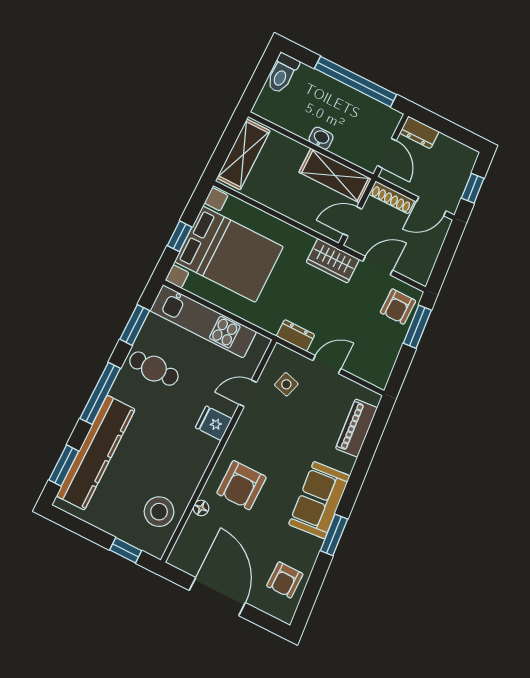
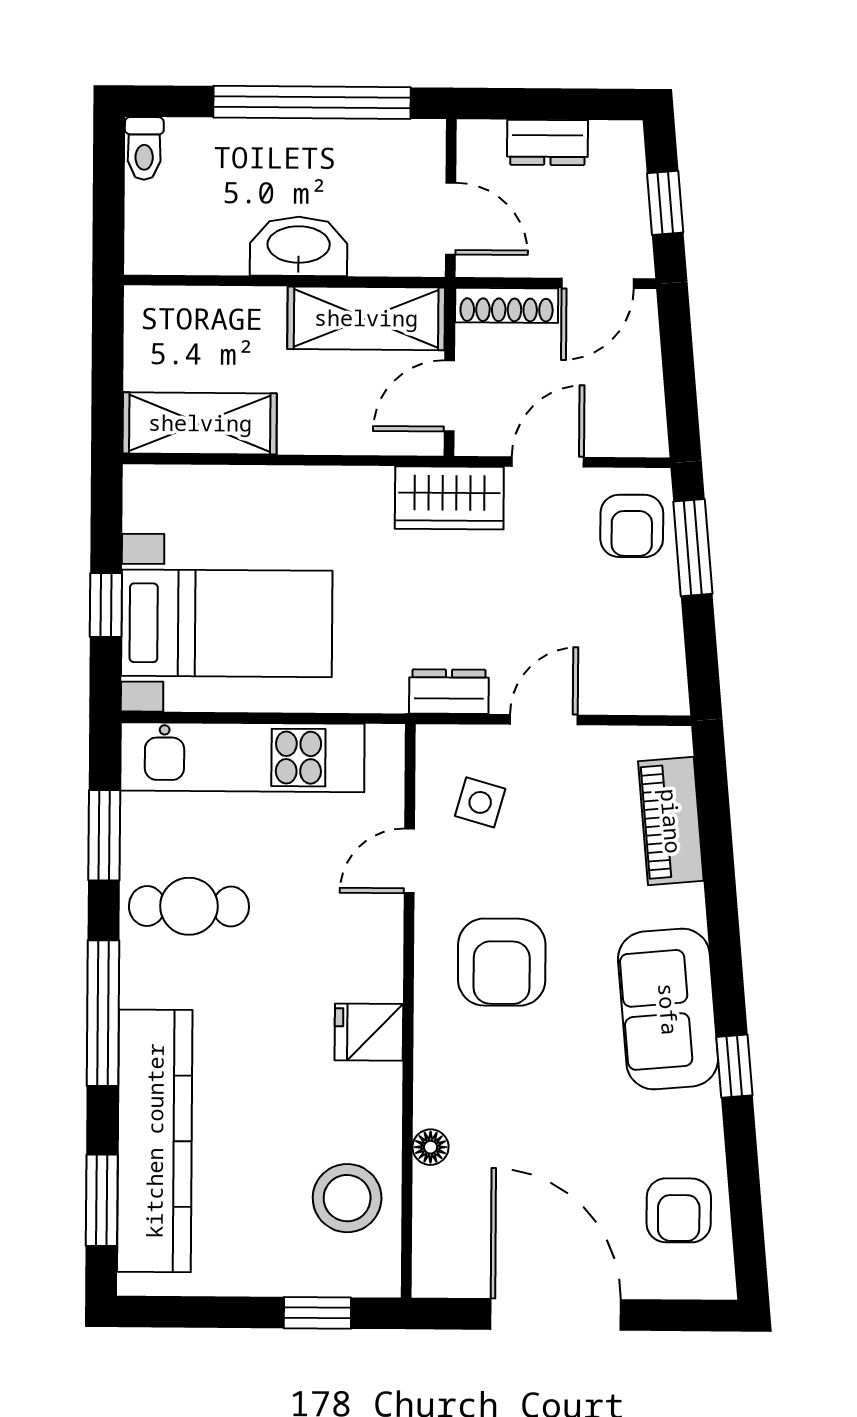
toilet: (282, 73) -> (144, 148), width x0.73, depth x0.72
dresser: (419, 132) -> (547, 142), moved
washbasin: (321, 138) -> (299, 246), width x1.91, depth x1.45
shelving: (243, 154) -> (200, 423), moved, turned 90
bed with nightstands: (229, 254) -> (227, 623), width x0.73
fridge: (214, 423) -> (369, 1032), moved
armchair: (241, 485) -> (502, 962), moved
window: (334, 535) -> (734, 1066), width x0.67

